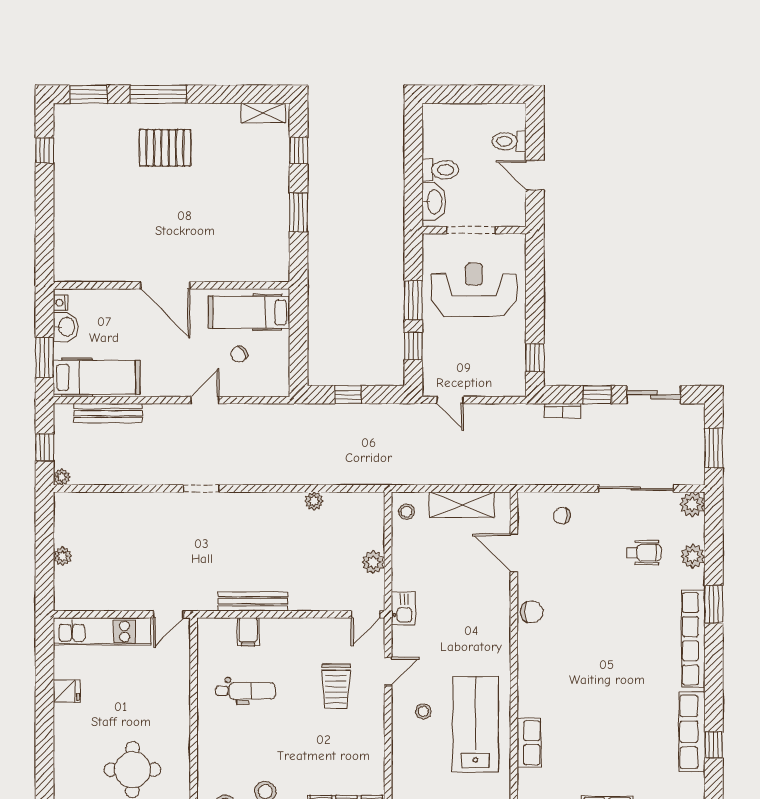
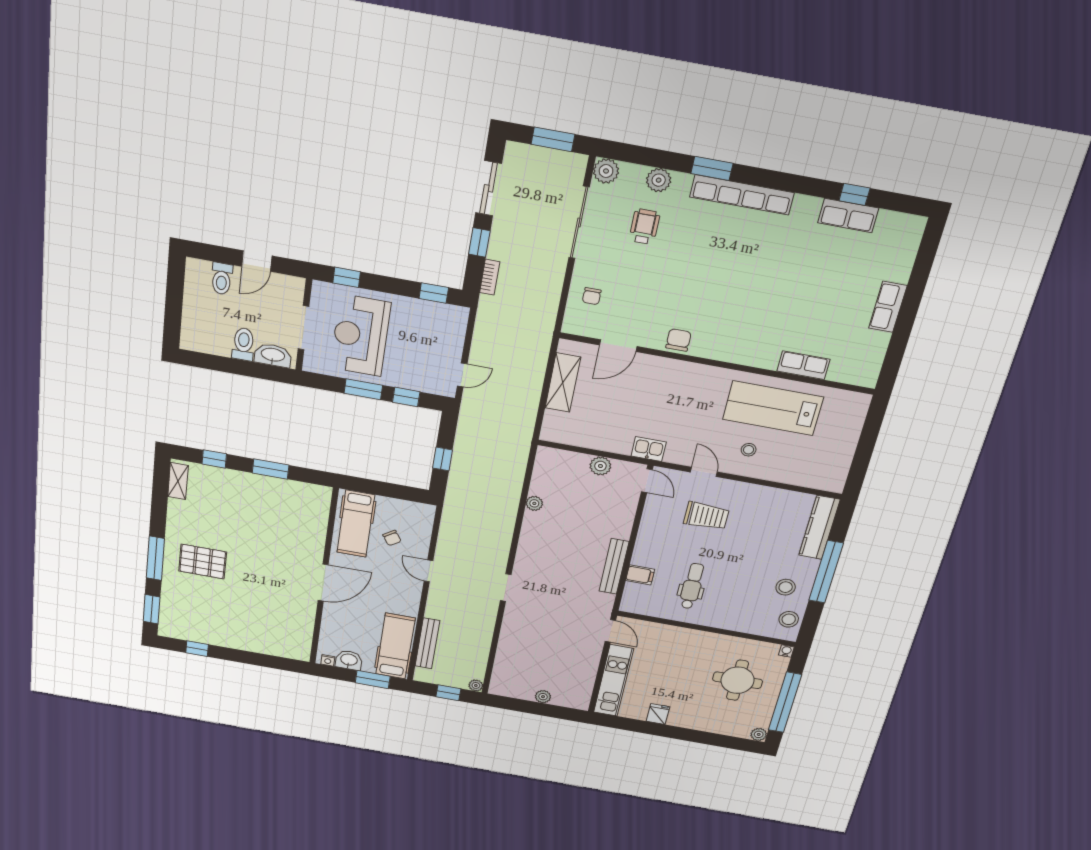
pallet: (165, 148) -> (203, 562), turned 90
window: (535, 268) -> (347, 277), added
stool: (407, 512) -> (560, 430), removed
row of seats: (692, 732) -> (848, 216), width x0.68

